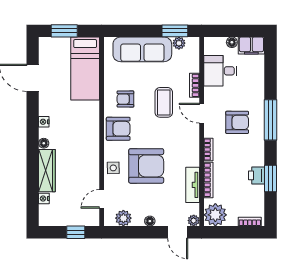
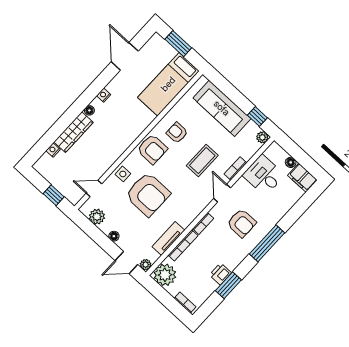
window: (175, 31) -> (257, 117), width x0.67
plant: (179, 43) -> (262, 137), moved
door: (178, 232) -> (126, 263), hinge flipped

